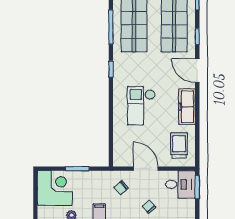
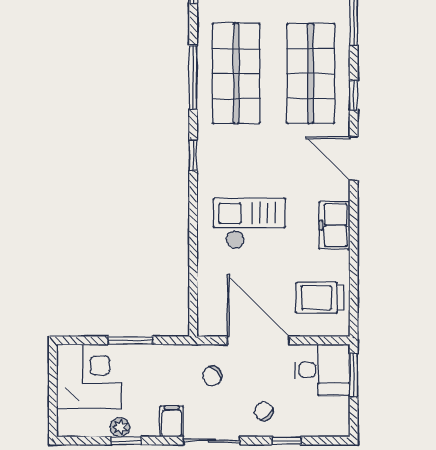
checkout: (141, 106) -> (249, 224), turned 90
freezer: (187, 107) -> (334, 225), width x0.71
trolley: (179, 146) -> (320, 298), turned -90
door: (146, 169) -> (258, 340), width x1.36

